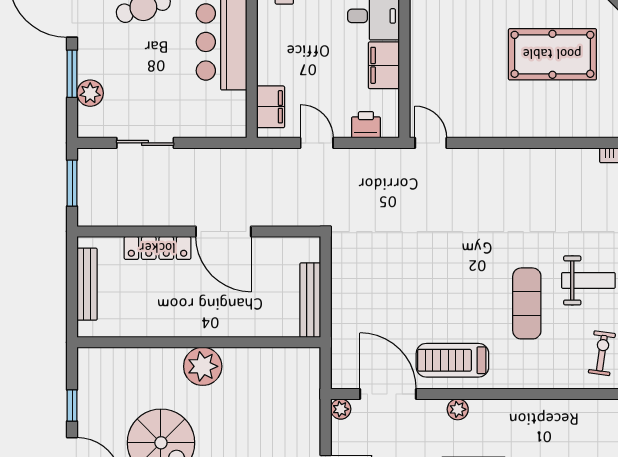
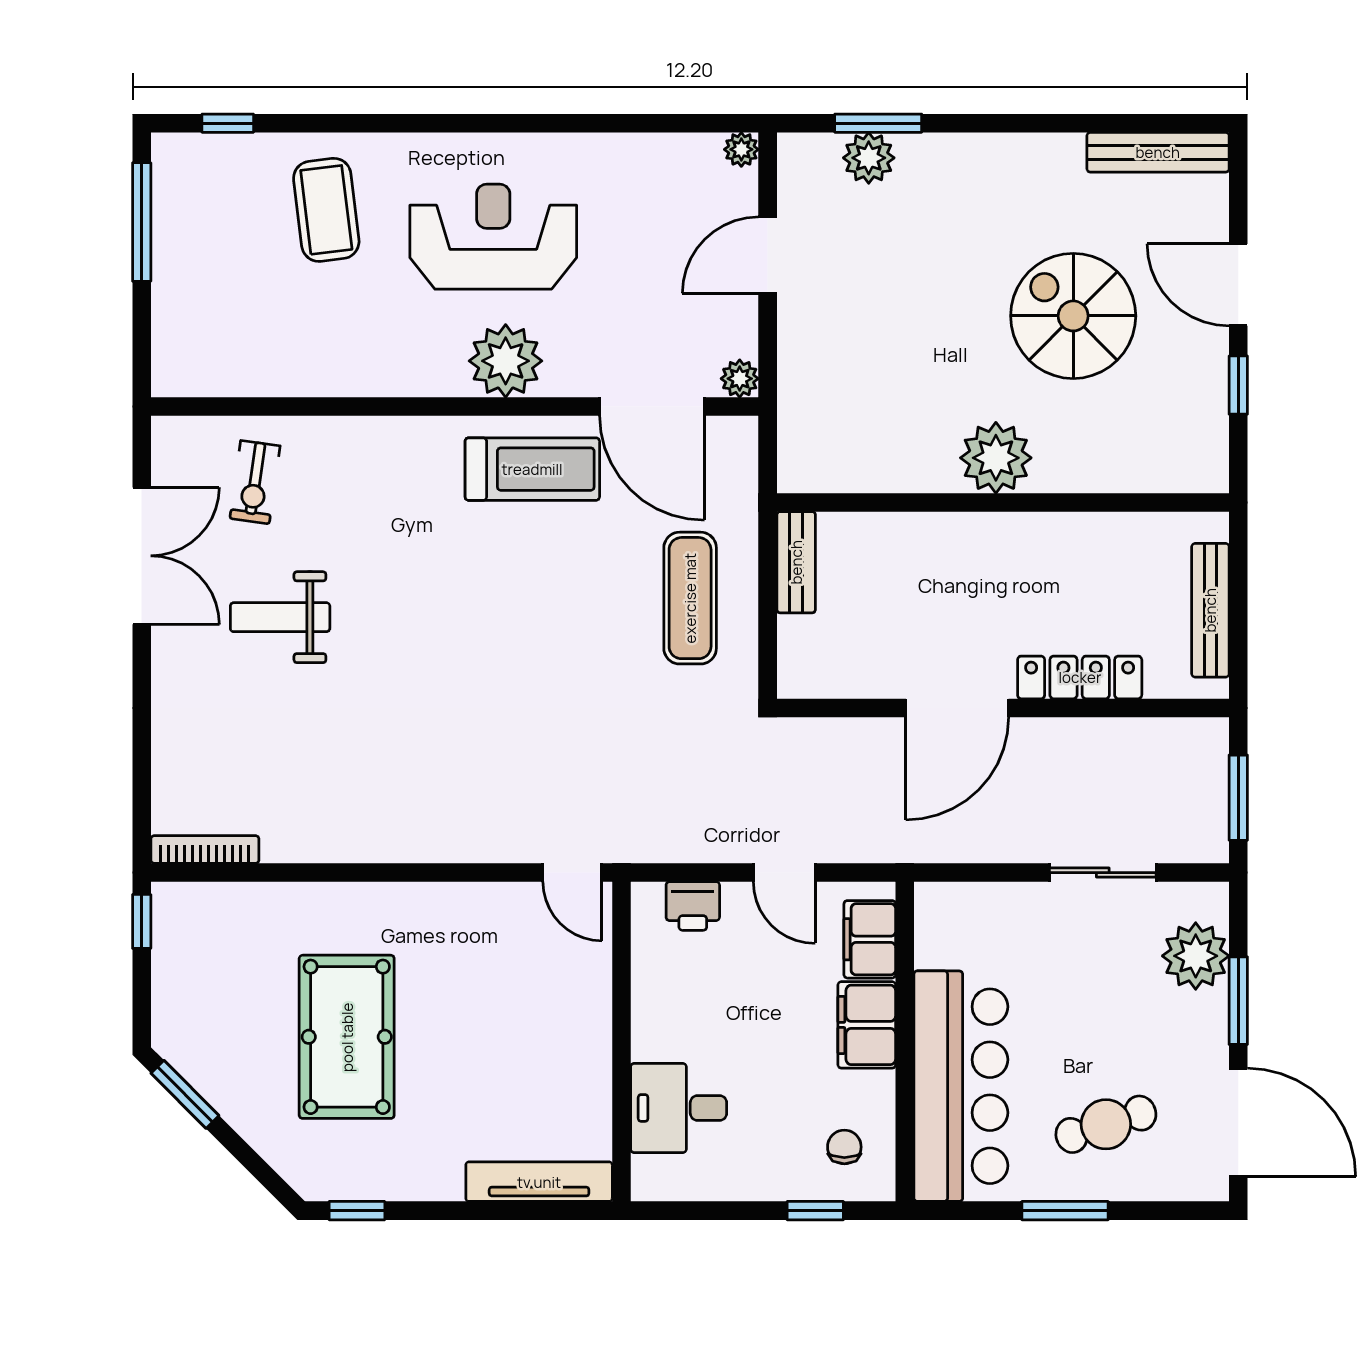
pool table: (552, 54) -> (347, 1037), turned 90
filing cabinet: (384, 65) -> (867, 1025), moved, turned 180
plant: (90, 93) -> (1196, 956), width x1.36, depth x1.36
door: (223, 231) -> (957, 708), swing flipped
bench: (310, 300) -> (796, 562), width x0.73
exercise mat: (527, 303) -> (690, 598), moved
plant: (458, 409) -> (506, 361), width x1.88, depth x1.88

